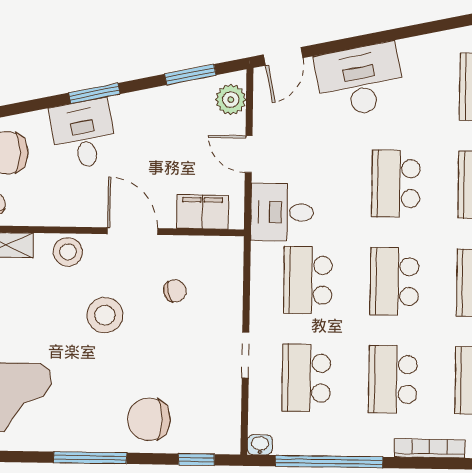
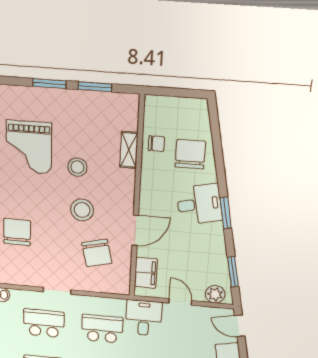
door: (249, 154) -> (180, 302), hinge flipped
stool: (68, 252) -> (77, 167), moved
chair: (175, 291) -> (97, 253), width x1.87, depth x1.87

